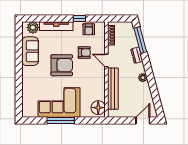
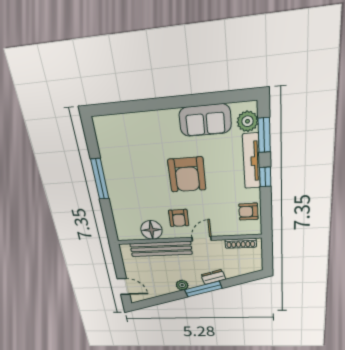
window: (42, 19) -> (264, 135), added
window: (79, 19) -> (265, 177), moved
window: (140, 40) -> (203, 289), moved
armchair: (84, 53) -> (179, 218), moved
corner sofa: (59, 102) -> (127, 175), removed
floor lamp: (98, 108) -> (151, 230), moved

